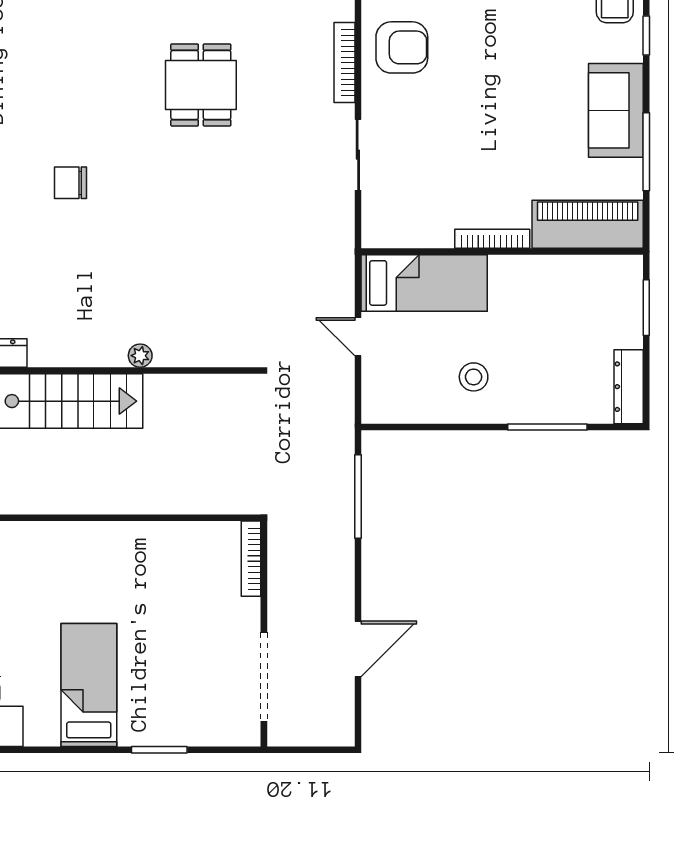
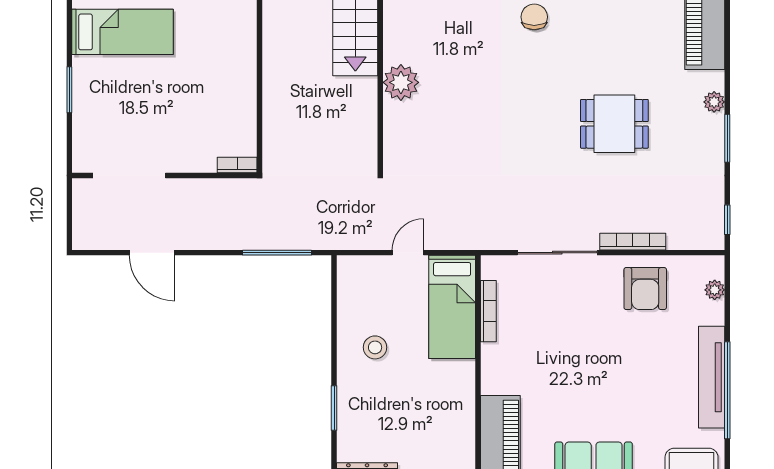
sliding door: (358, 155) -> (557, 253), width x1.37
bookcase: (492, 239) -> (488, 311), moved
plant: (140, 356) -> (401, 82), width x1.88, depth x1.88
window: (547, 427) -> (334, 408), width x0.69
bookcase: (251, 559) -> (237, 165), width x0.64

